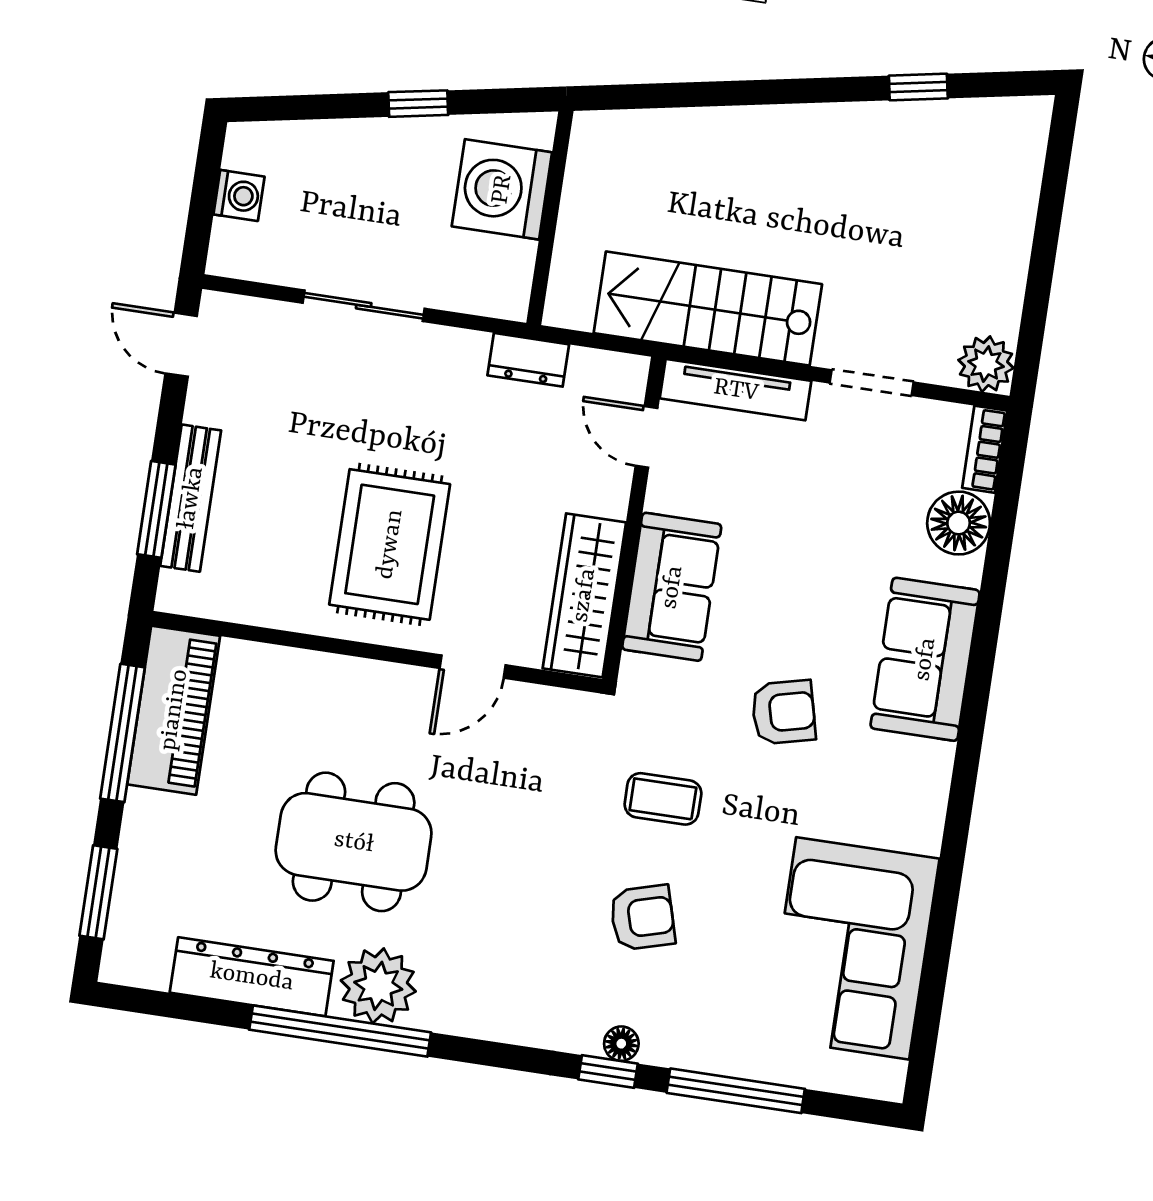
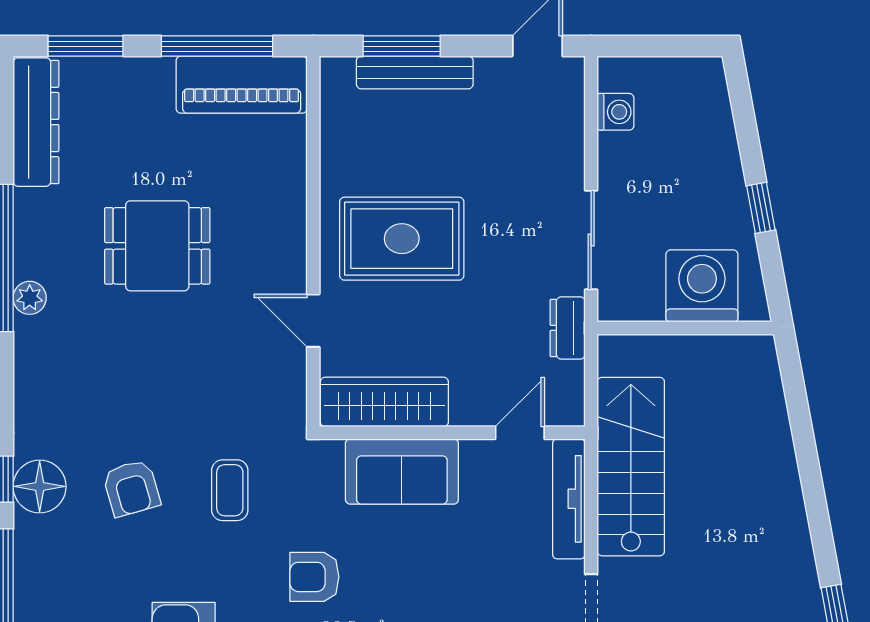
washing machine: (239, 195) -> (616, 112), moved, turned -90
sliding door: (364, 306) -> (591, 240), moved
armchair: (784, 712) -> (314, 577), turned 104
dining table: (354, 842) -> (157, 246), width x0.73
dresser: (252, 977) -> (36, 122), moved
plant: (378, 986) -> (30, 298), width x0.53, depth x0.53
floor lamp: (621, 1044) -> (40, 486), width x1.89, depth x1.89

